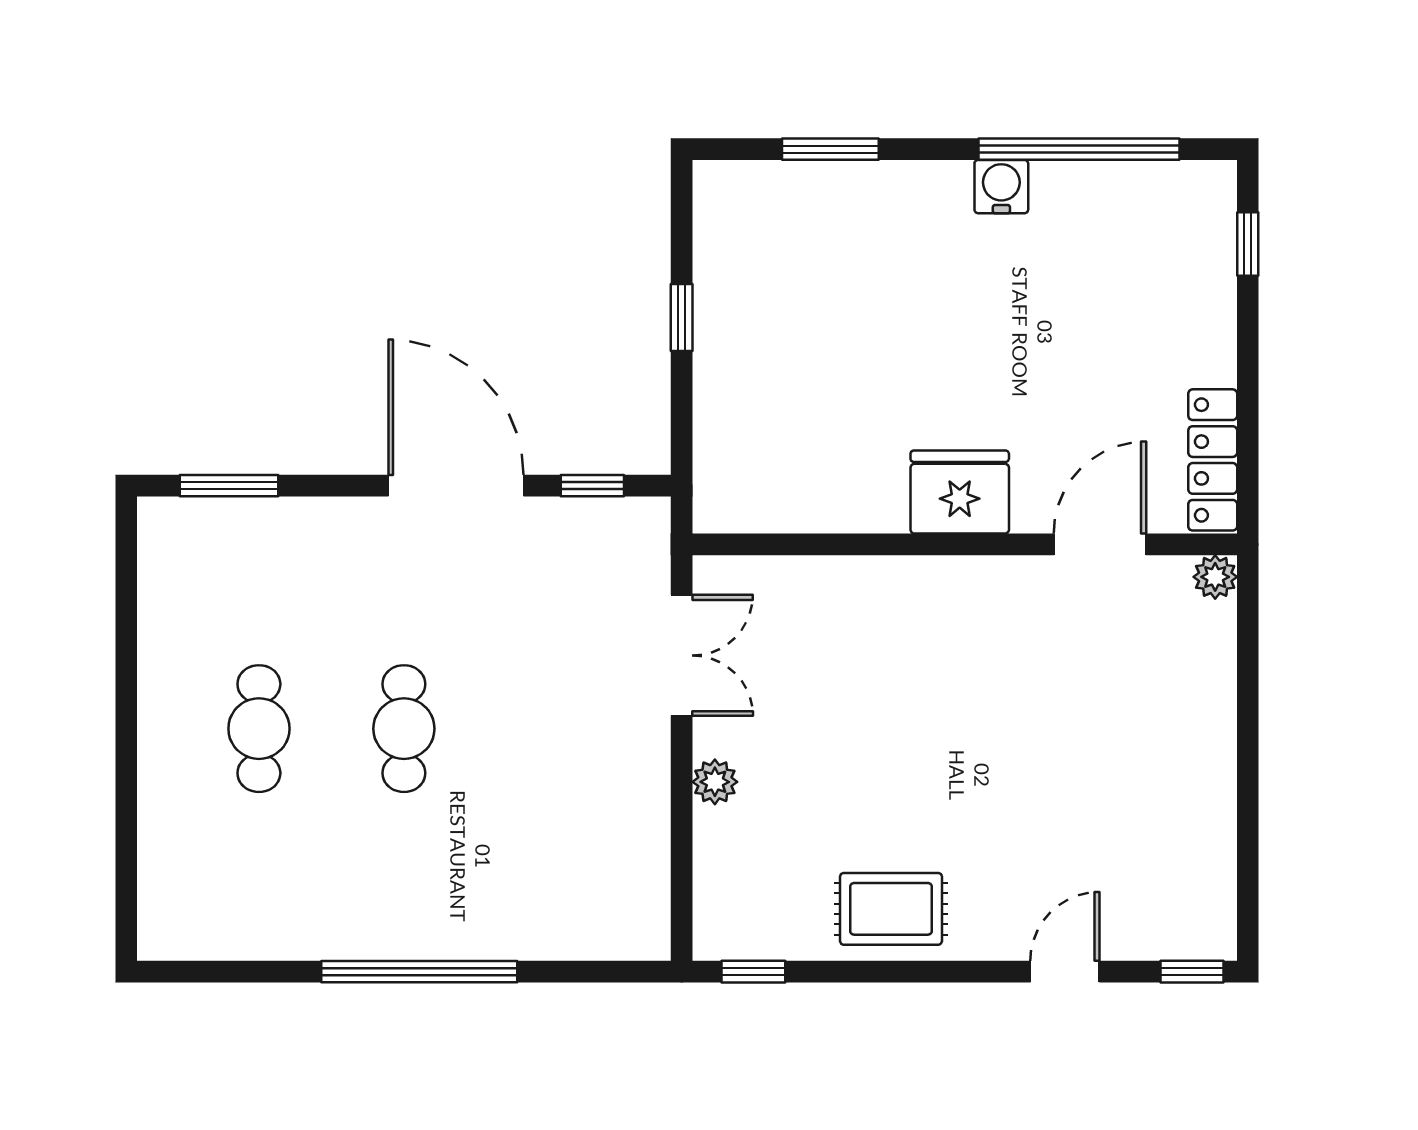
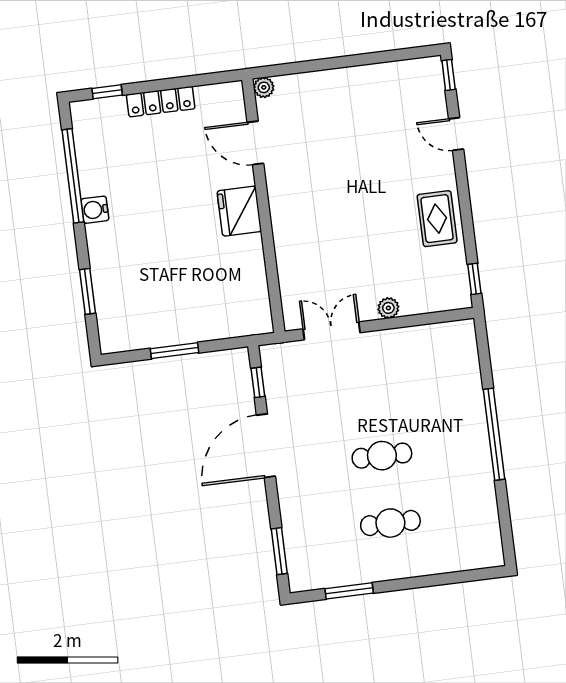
window: (682, 317) -> (174, 351), width x1.50
locker: (1213, 460) -> (161, 102), moved
window: (126, 623) -> (349, 591), added

